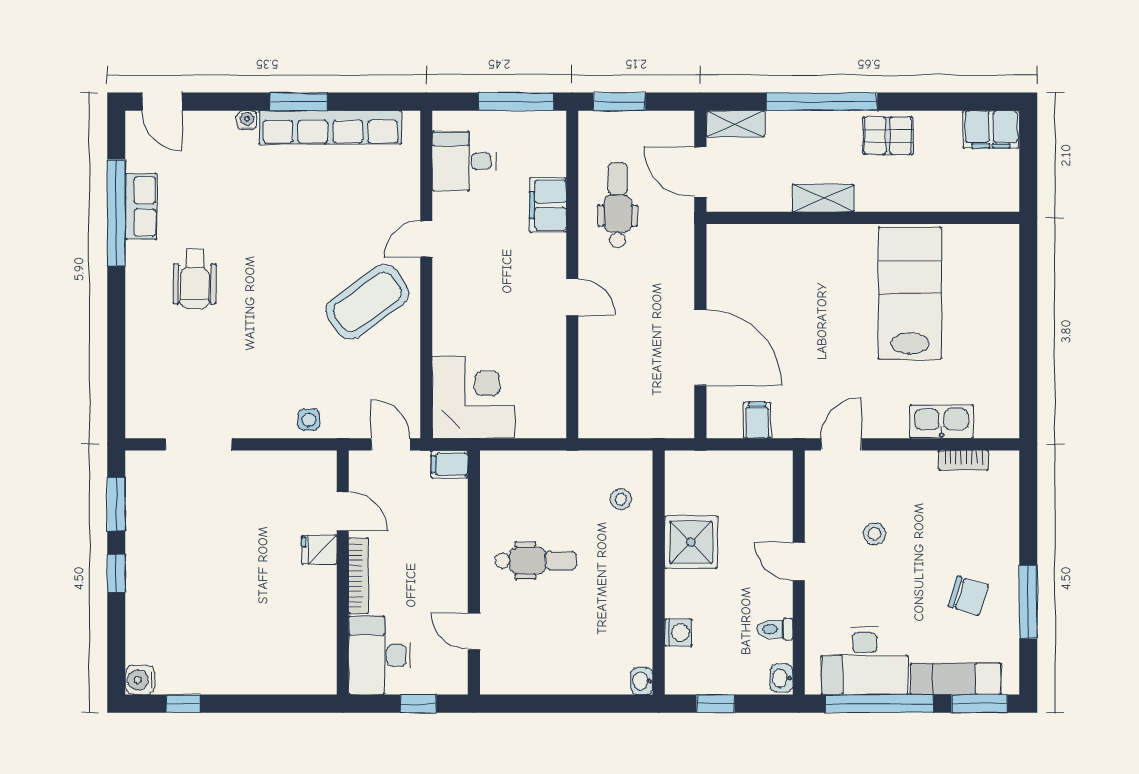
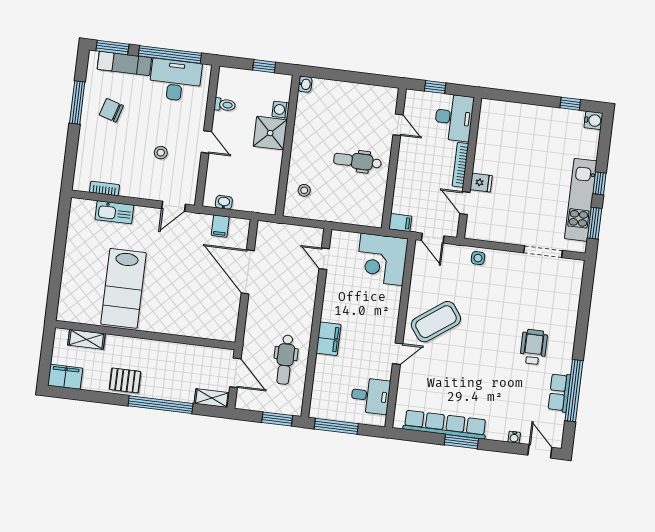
water cooler: (247, 120) -> (514, 437), moved
shelving: (823, 198) -> (86, 339), moved
filing cabinet: (548, 205) -> (328, 339), moved
door: (572, 297) -> (324, 259), moved
kitchen unit: (145, 541) -> (581, 200), added
shower: (691, 542) -> (270, 133), moved
washbasin: (781, 678) -> (224, 202), moved, turned -90

